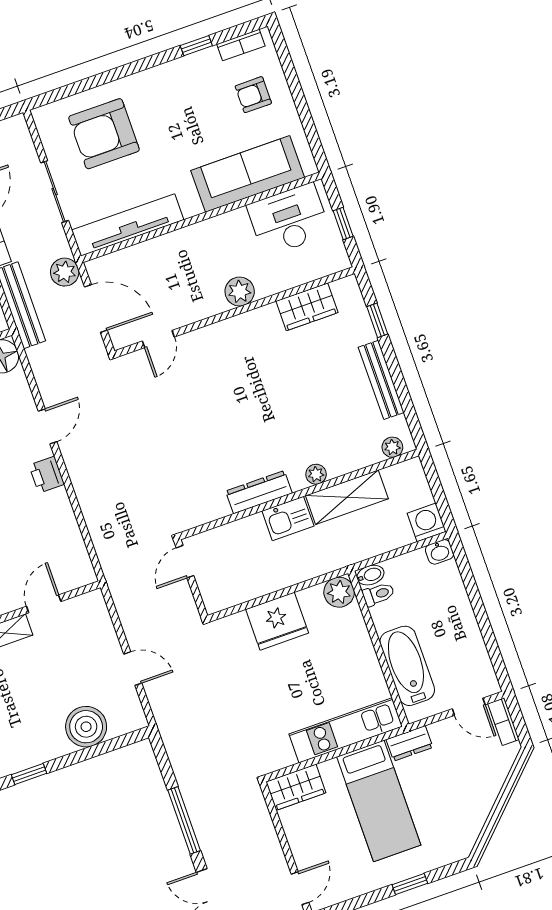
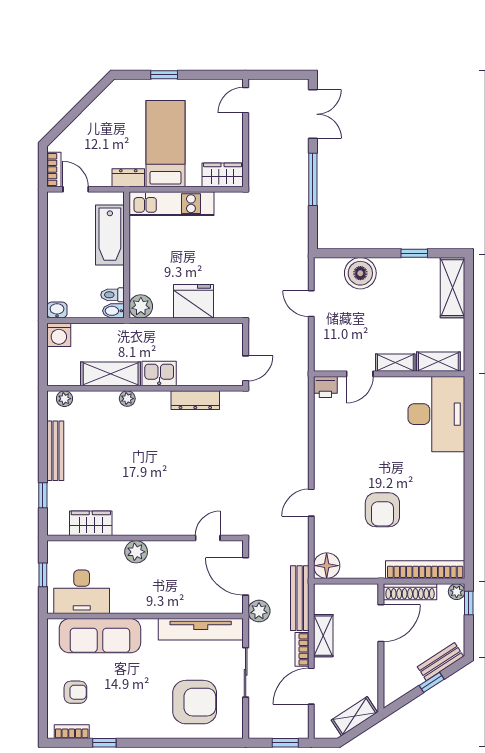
printer: (47, 475) -> (325, 387), moved, turned 90
dresser: (259, 492) -> (195, 400), moved

